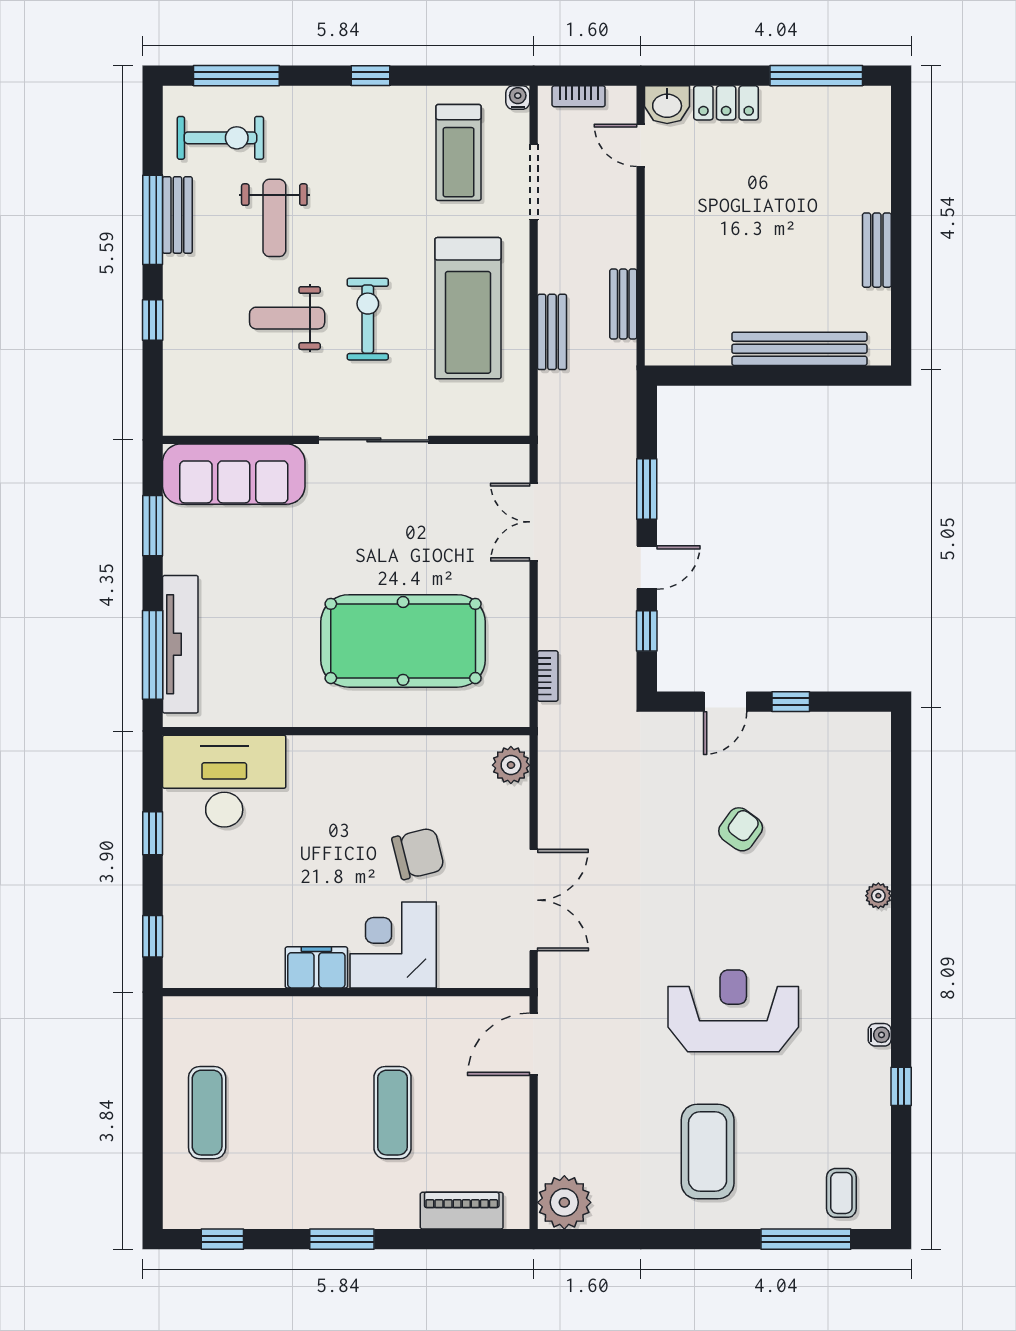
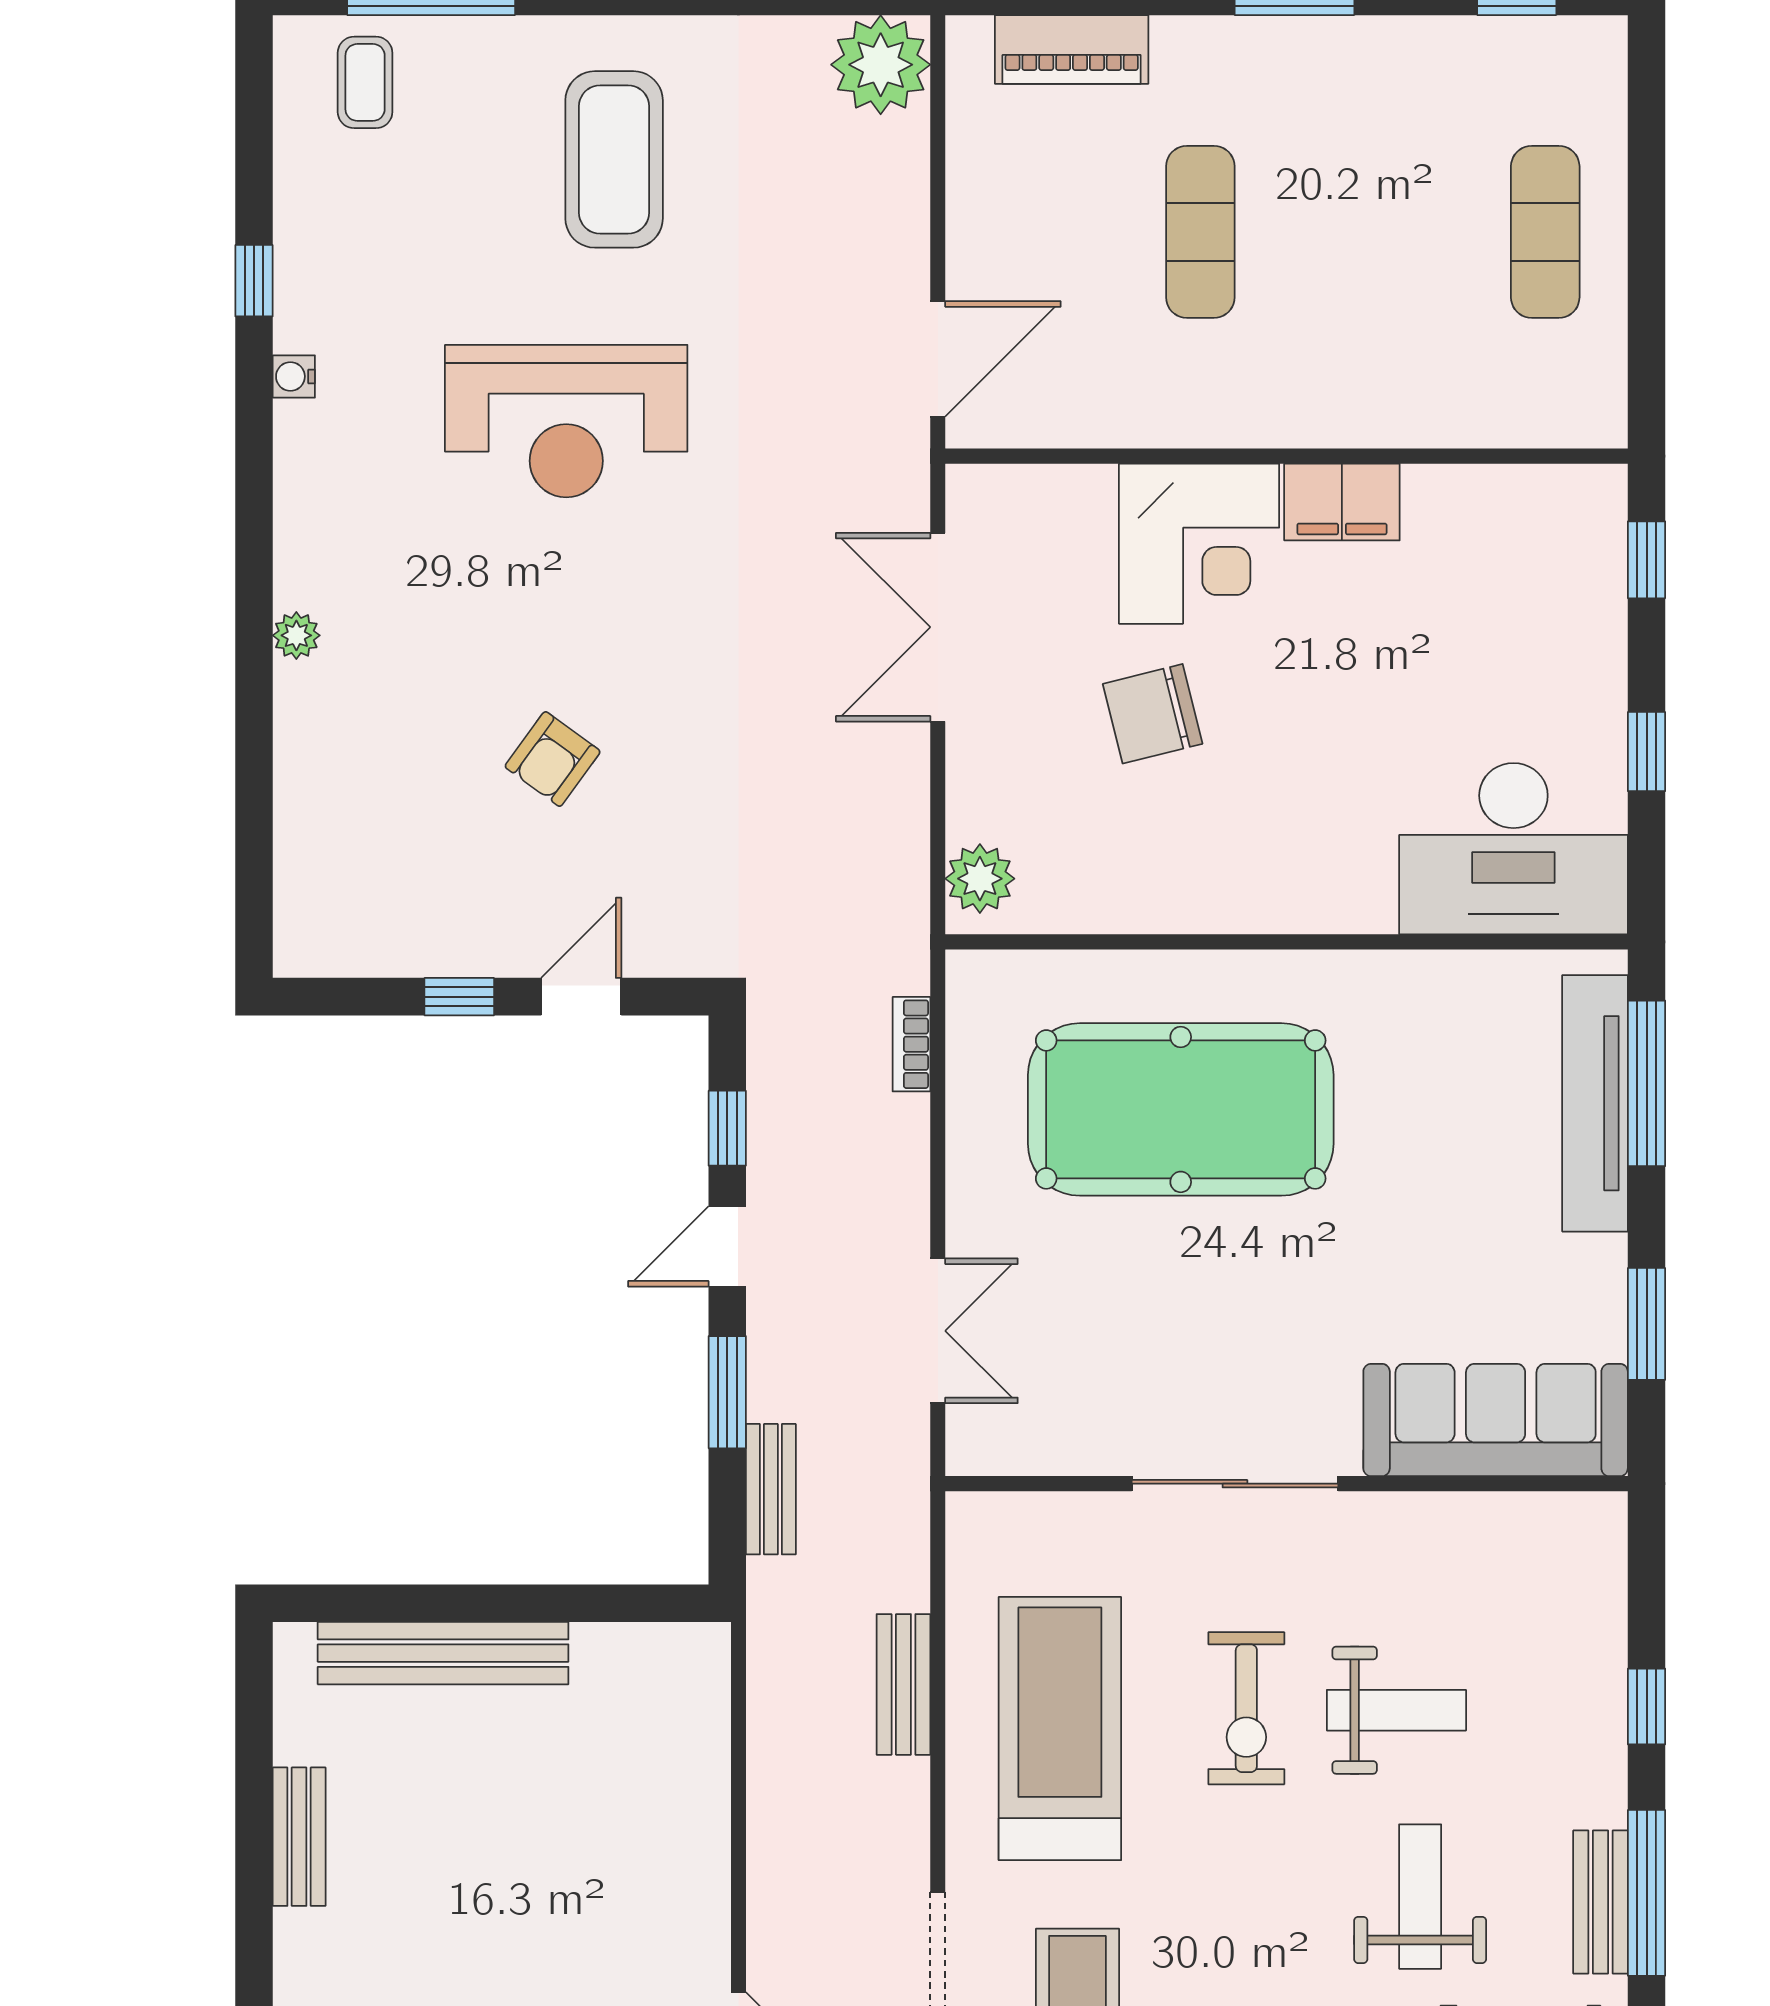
bench: (623, 304) -> (771, 1489), moved

